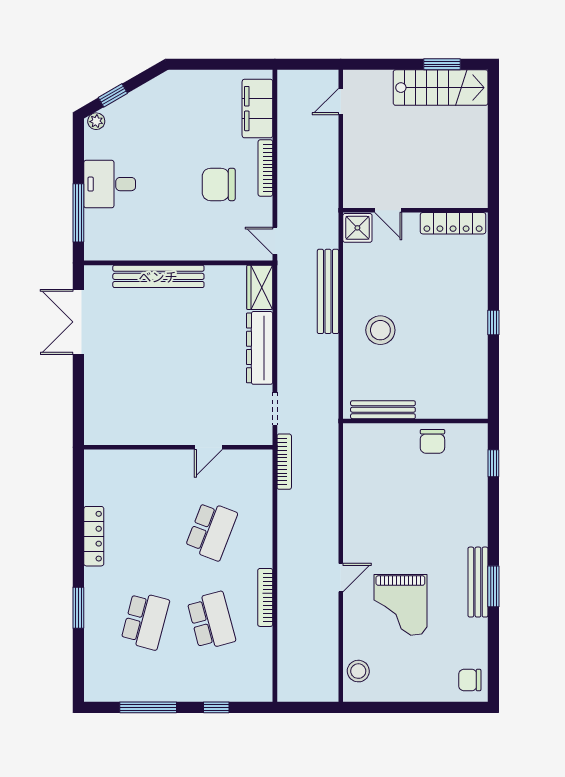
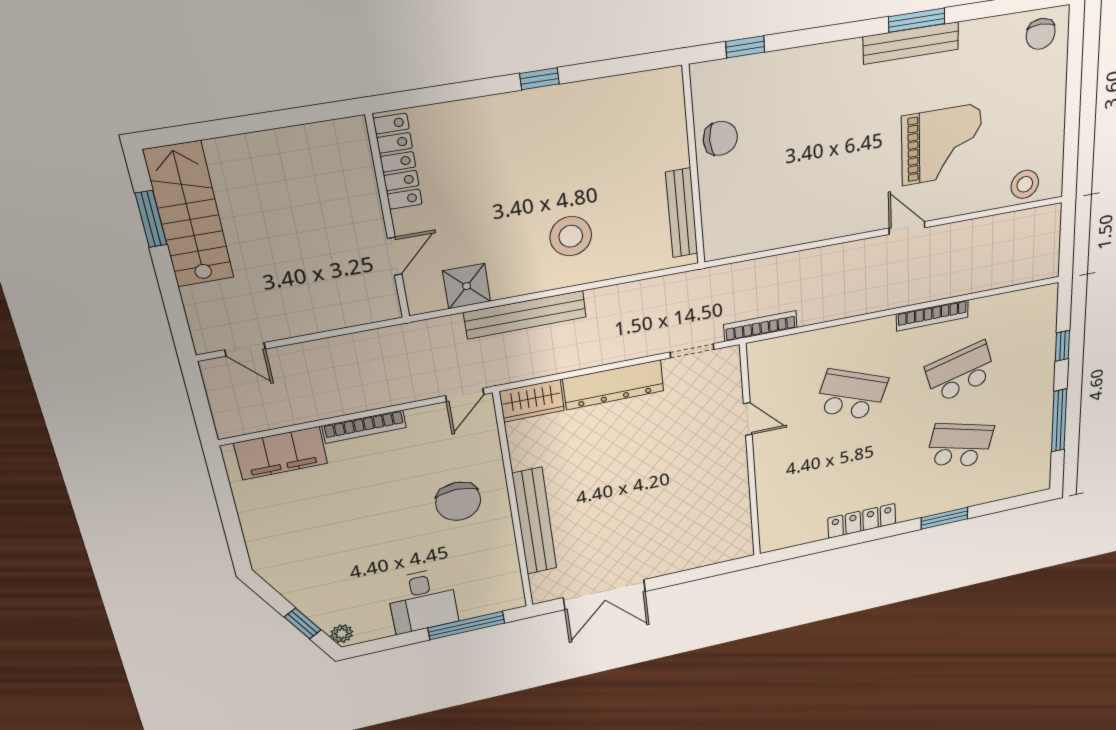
chair: (219, 184) -> (458, 501), moved
shower: (357, 228) -> (467, 286), moved

